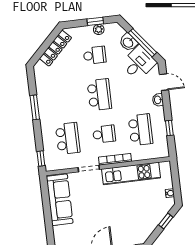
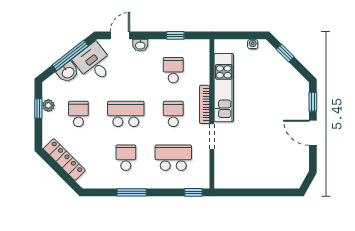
school desk: (63, 99) -> (126, 158), added
school desk: (140, 130) -> (173, 70), width x0.54
sofa: (60, 200) -> (245, 176), removed

